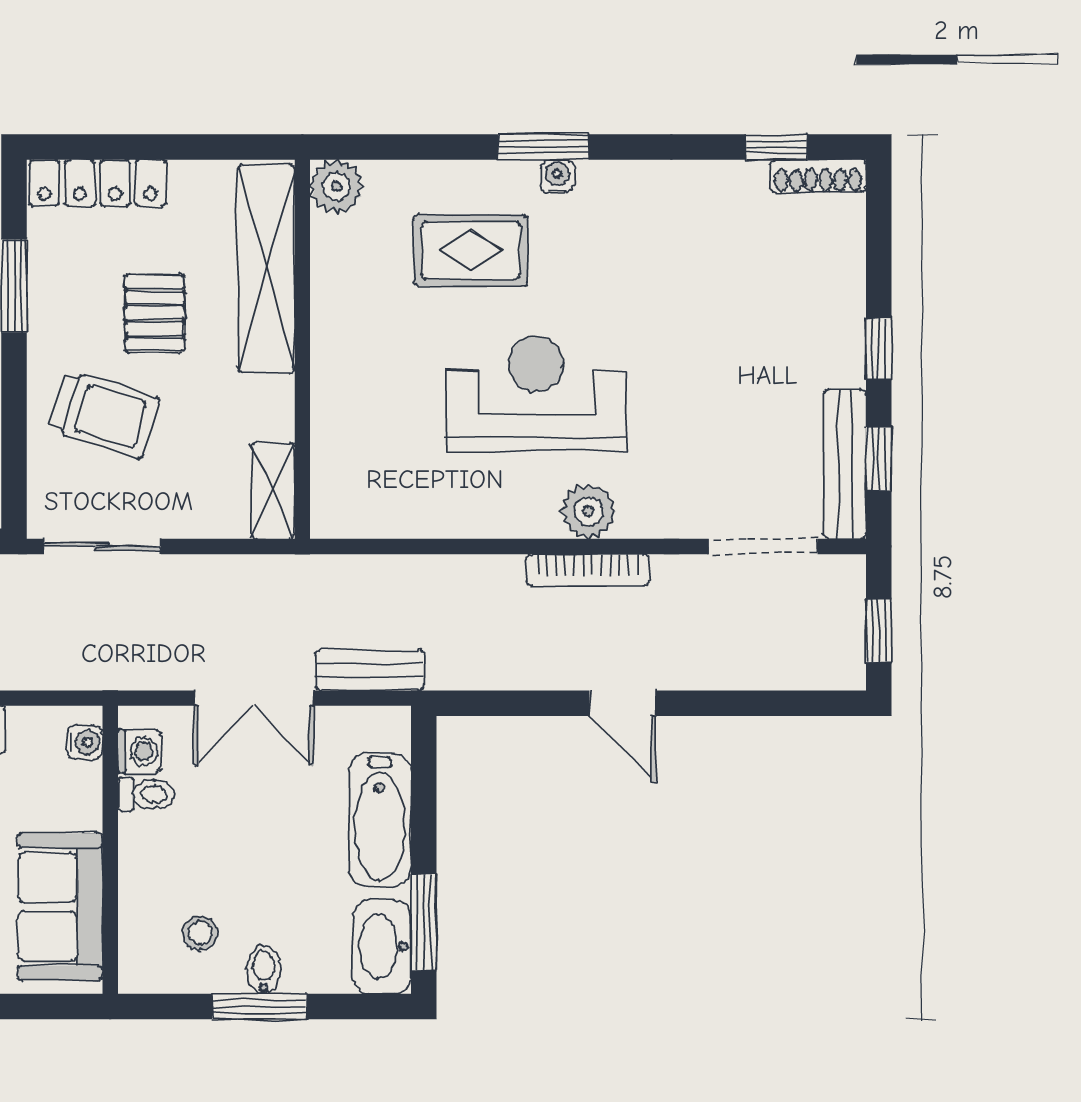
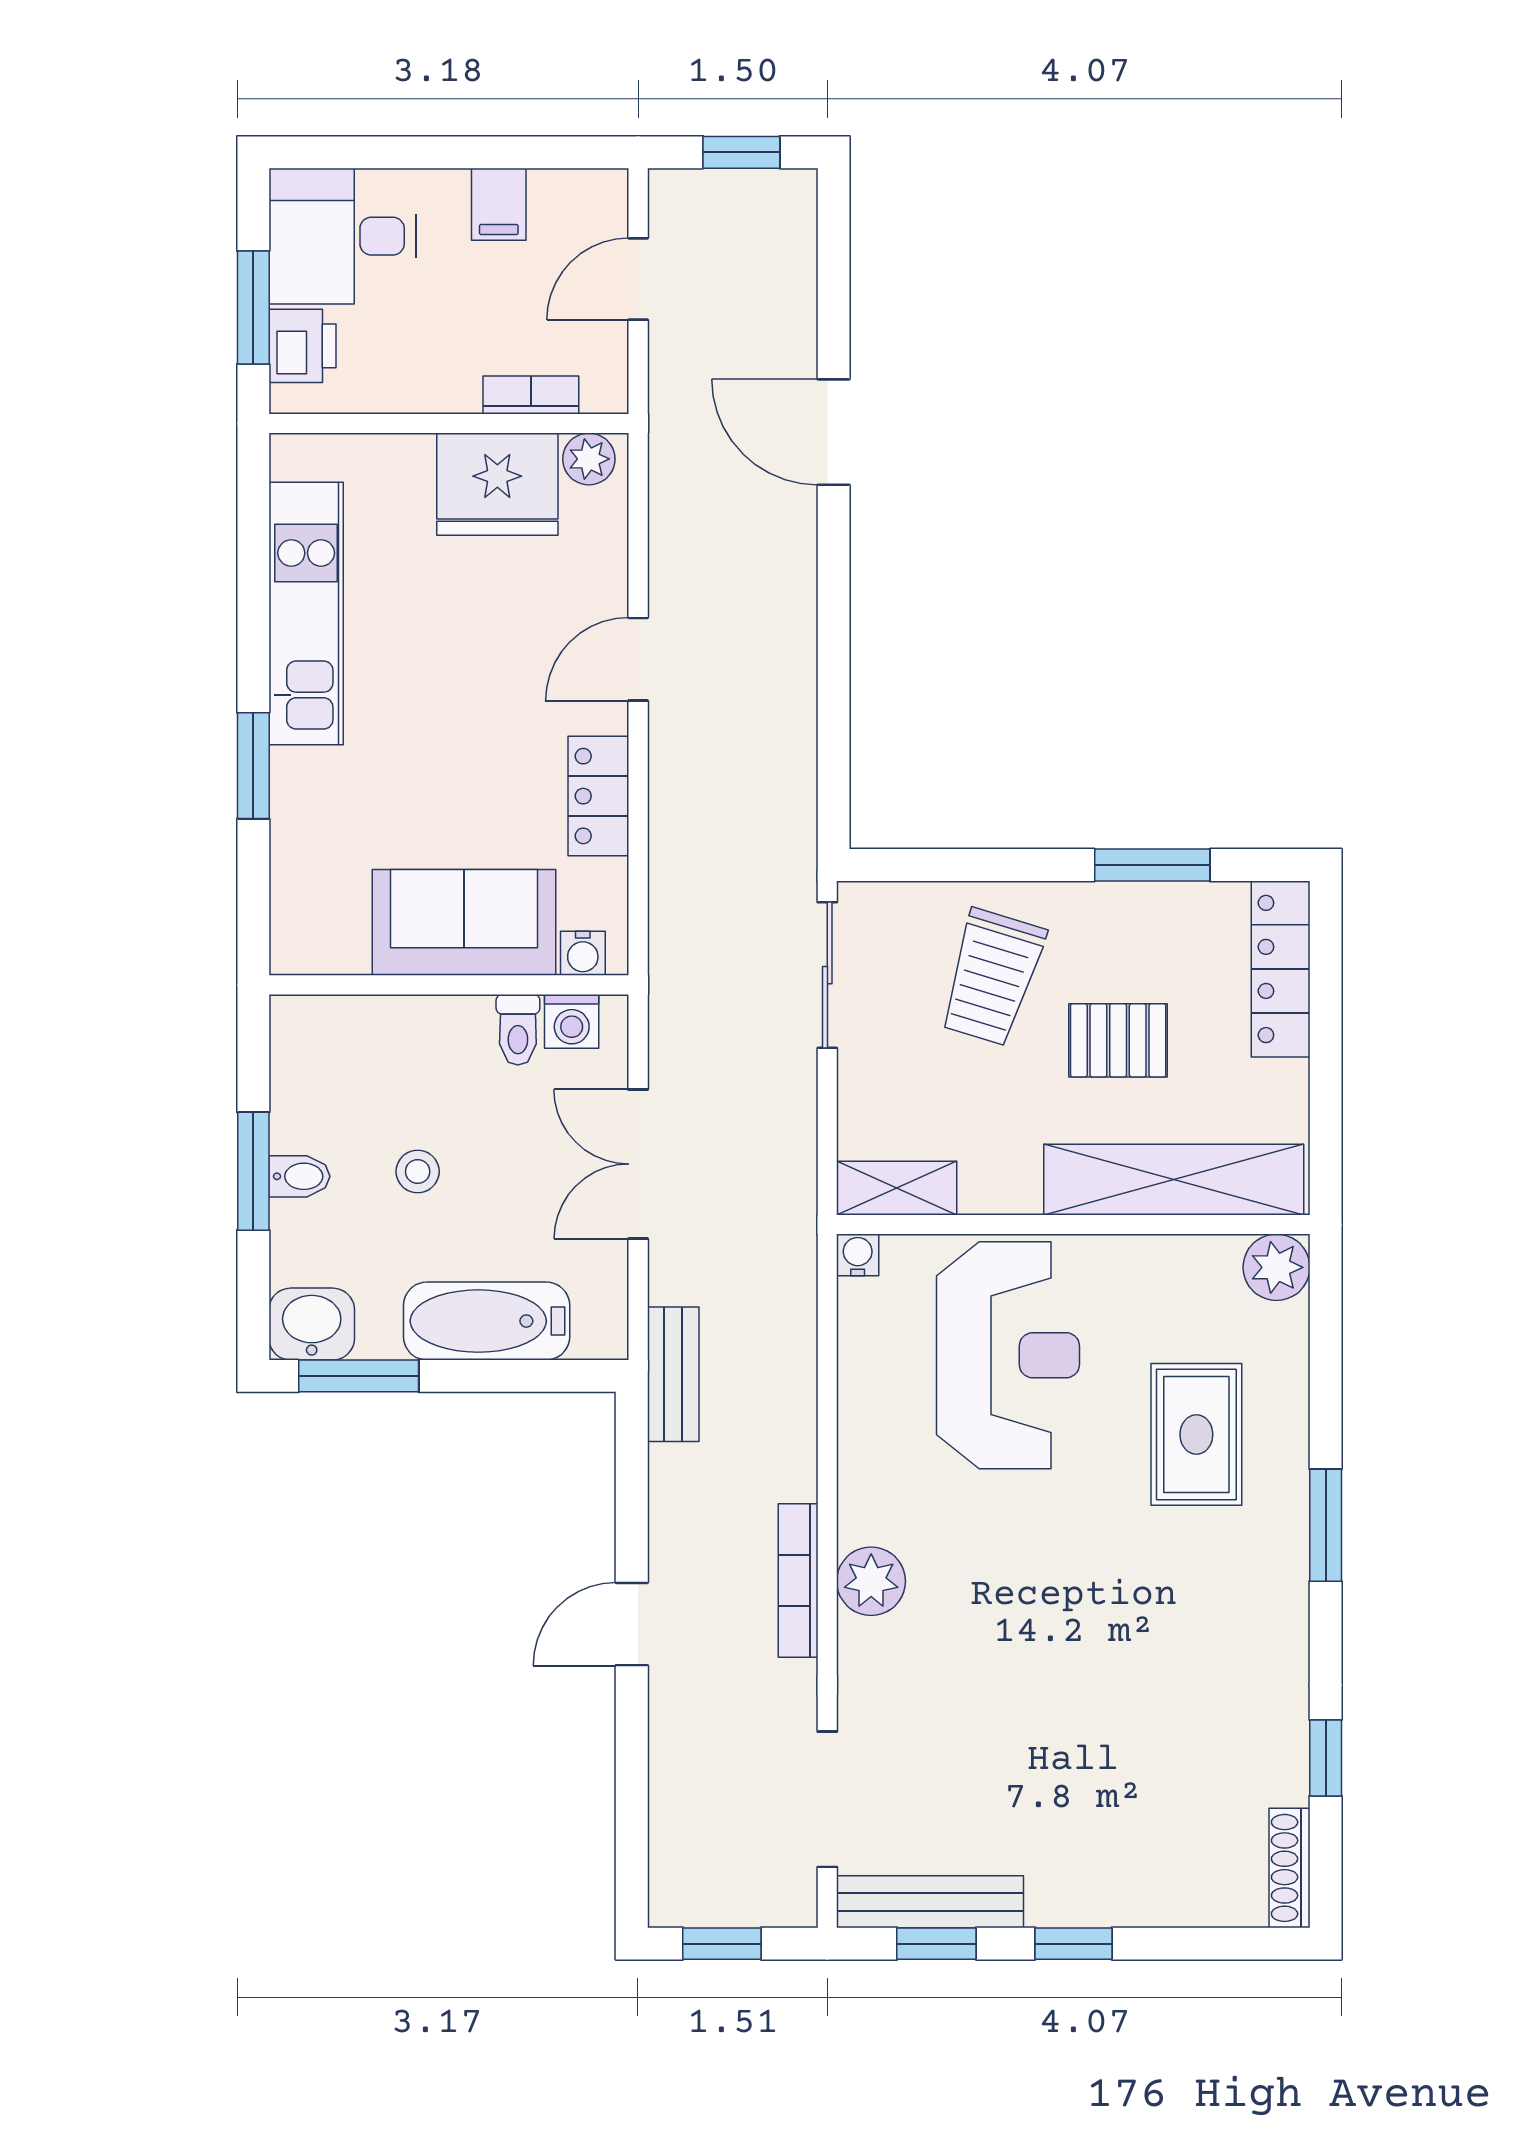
window: (777, 147) -> (1326, 1758), moved
water cooler: (557, 176) -> (858, 1255), moved, turned -90
reception desk: (536, 394) -> (1008, 1355), moved
bench: (370, 670) -> (673, 1374), moved
sofa: (60, 907) -> (464, 922), moved
stool: (200, 933) -> (418, 1172), moved
washbasin: (382, 947) -> (312, 1324), width x0.72

